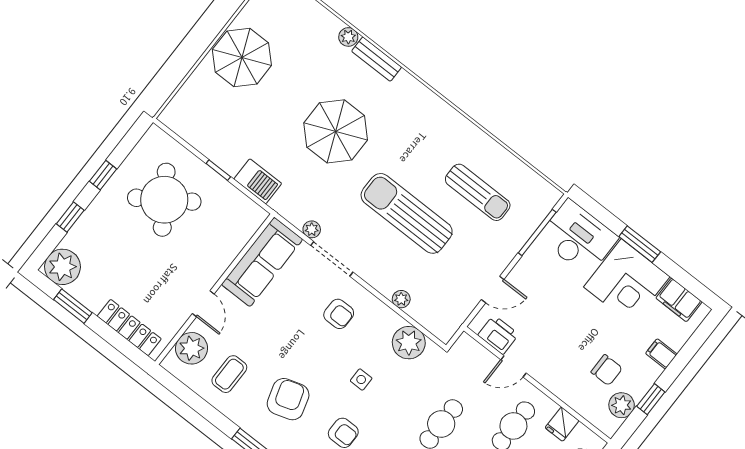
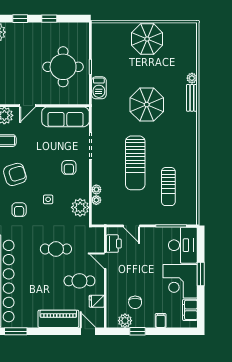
round table: (164, 200) -> (63, 67), moved, turned 34
sun lounger: (407, 213) -> (135, 163), turned 180
plant: (312, 229) -> (96, 200), moved

